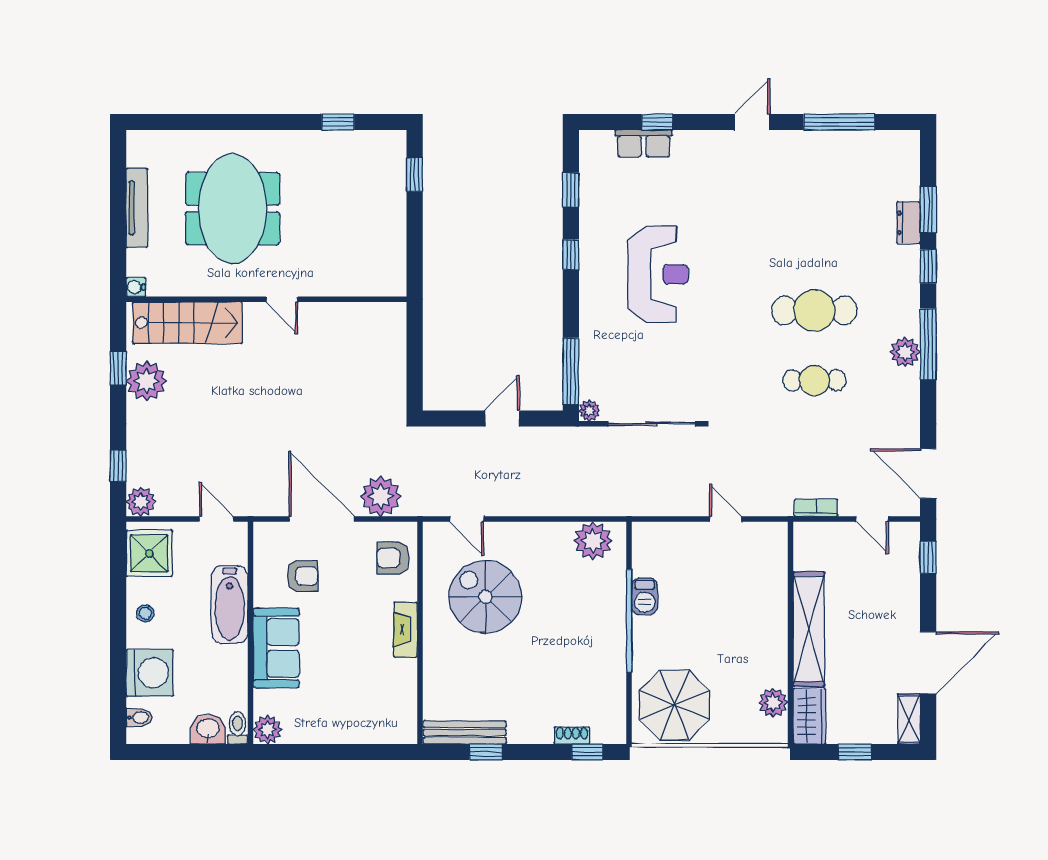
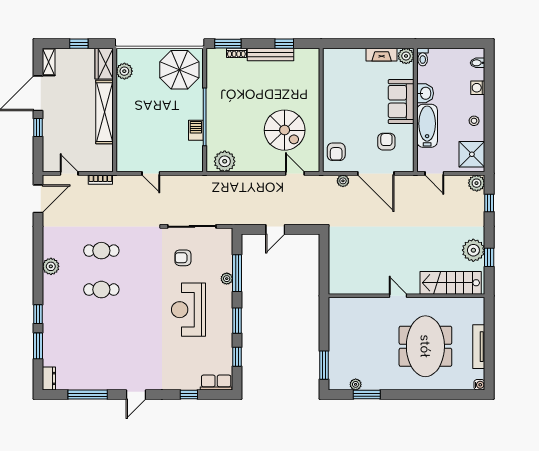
window: (338, 122) -> (367, 395), width x1.50
plant: (358, 140) -> (356, 384), added
row of seats: (644, 143) -> (216, 383), moved
window: (415, 175) -> (324, 365), width x1.50
dresser: (908, 223) -> (49, 378), moved
window: (571, 255) -> (237, 321), width x1.50
water cooler: (136, 287) -> (479, 385), moved
cafe table: (814, 310) -> (101, 290), width x0.73, depth x0.74
window: (928, 344) -> (38, 271), removed
armchair: (668, 368) -> (183, 258), added
window: (571, 371) -> (237, 273), moved
plant: (589, 411) -> (227, 279), moved
door: (928, 473) -> (38, 199), hinge flipped
plant: (381, 496) -> (343, 181), width x0.53, depth x0.53
armchair: (393, 558) -> (336, 152), turned 90
window: (928, 558) -> (38, 127), moved
armchair: (303, 576) -> (386, 142), turned 90
fireplace: (406, 630) -> (382, 55), moved, turned 90
washing machine: (150, 673) -> (478, 88), width x0.53, depth x0.53
washbasin: (208, 729) -> (425, 93), moved, turned -90
bench: (465, 732) -> (271, 54), moved
window: (587, 752) -> (228, 44), width x1.50

